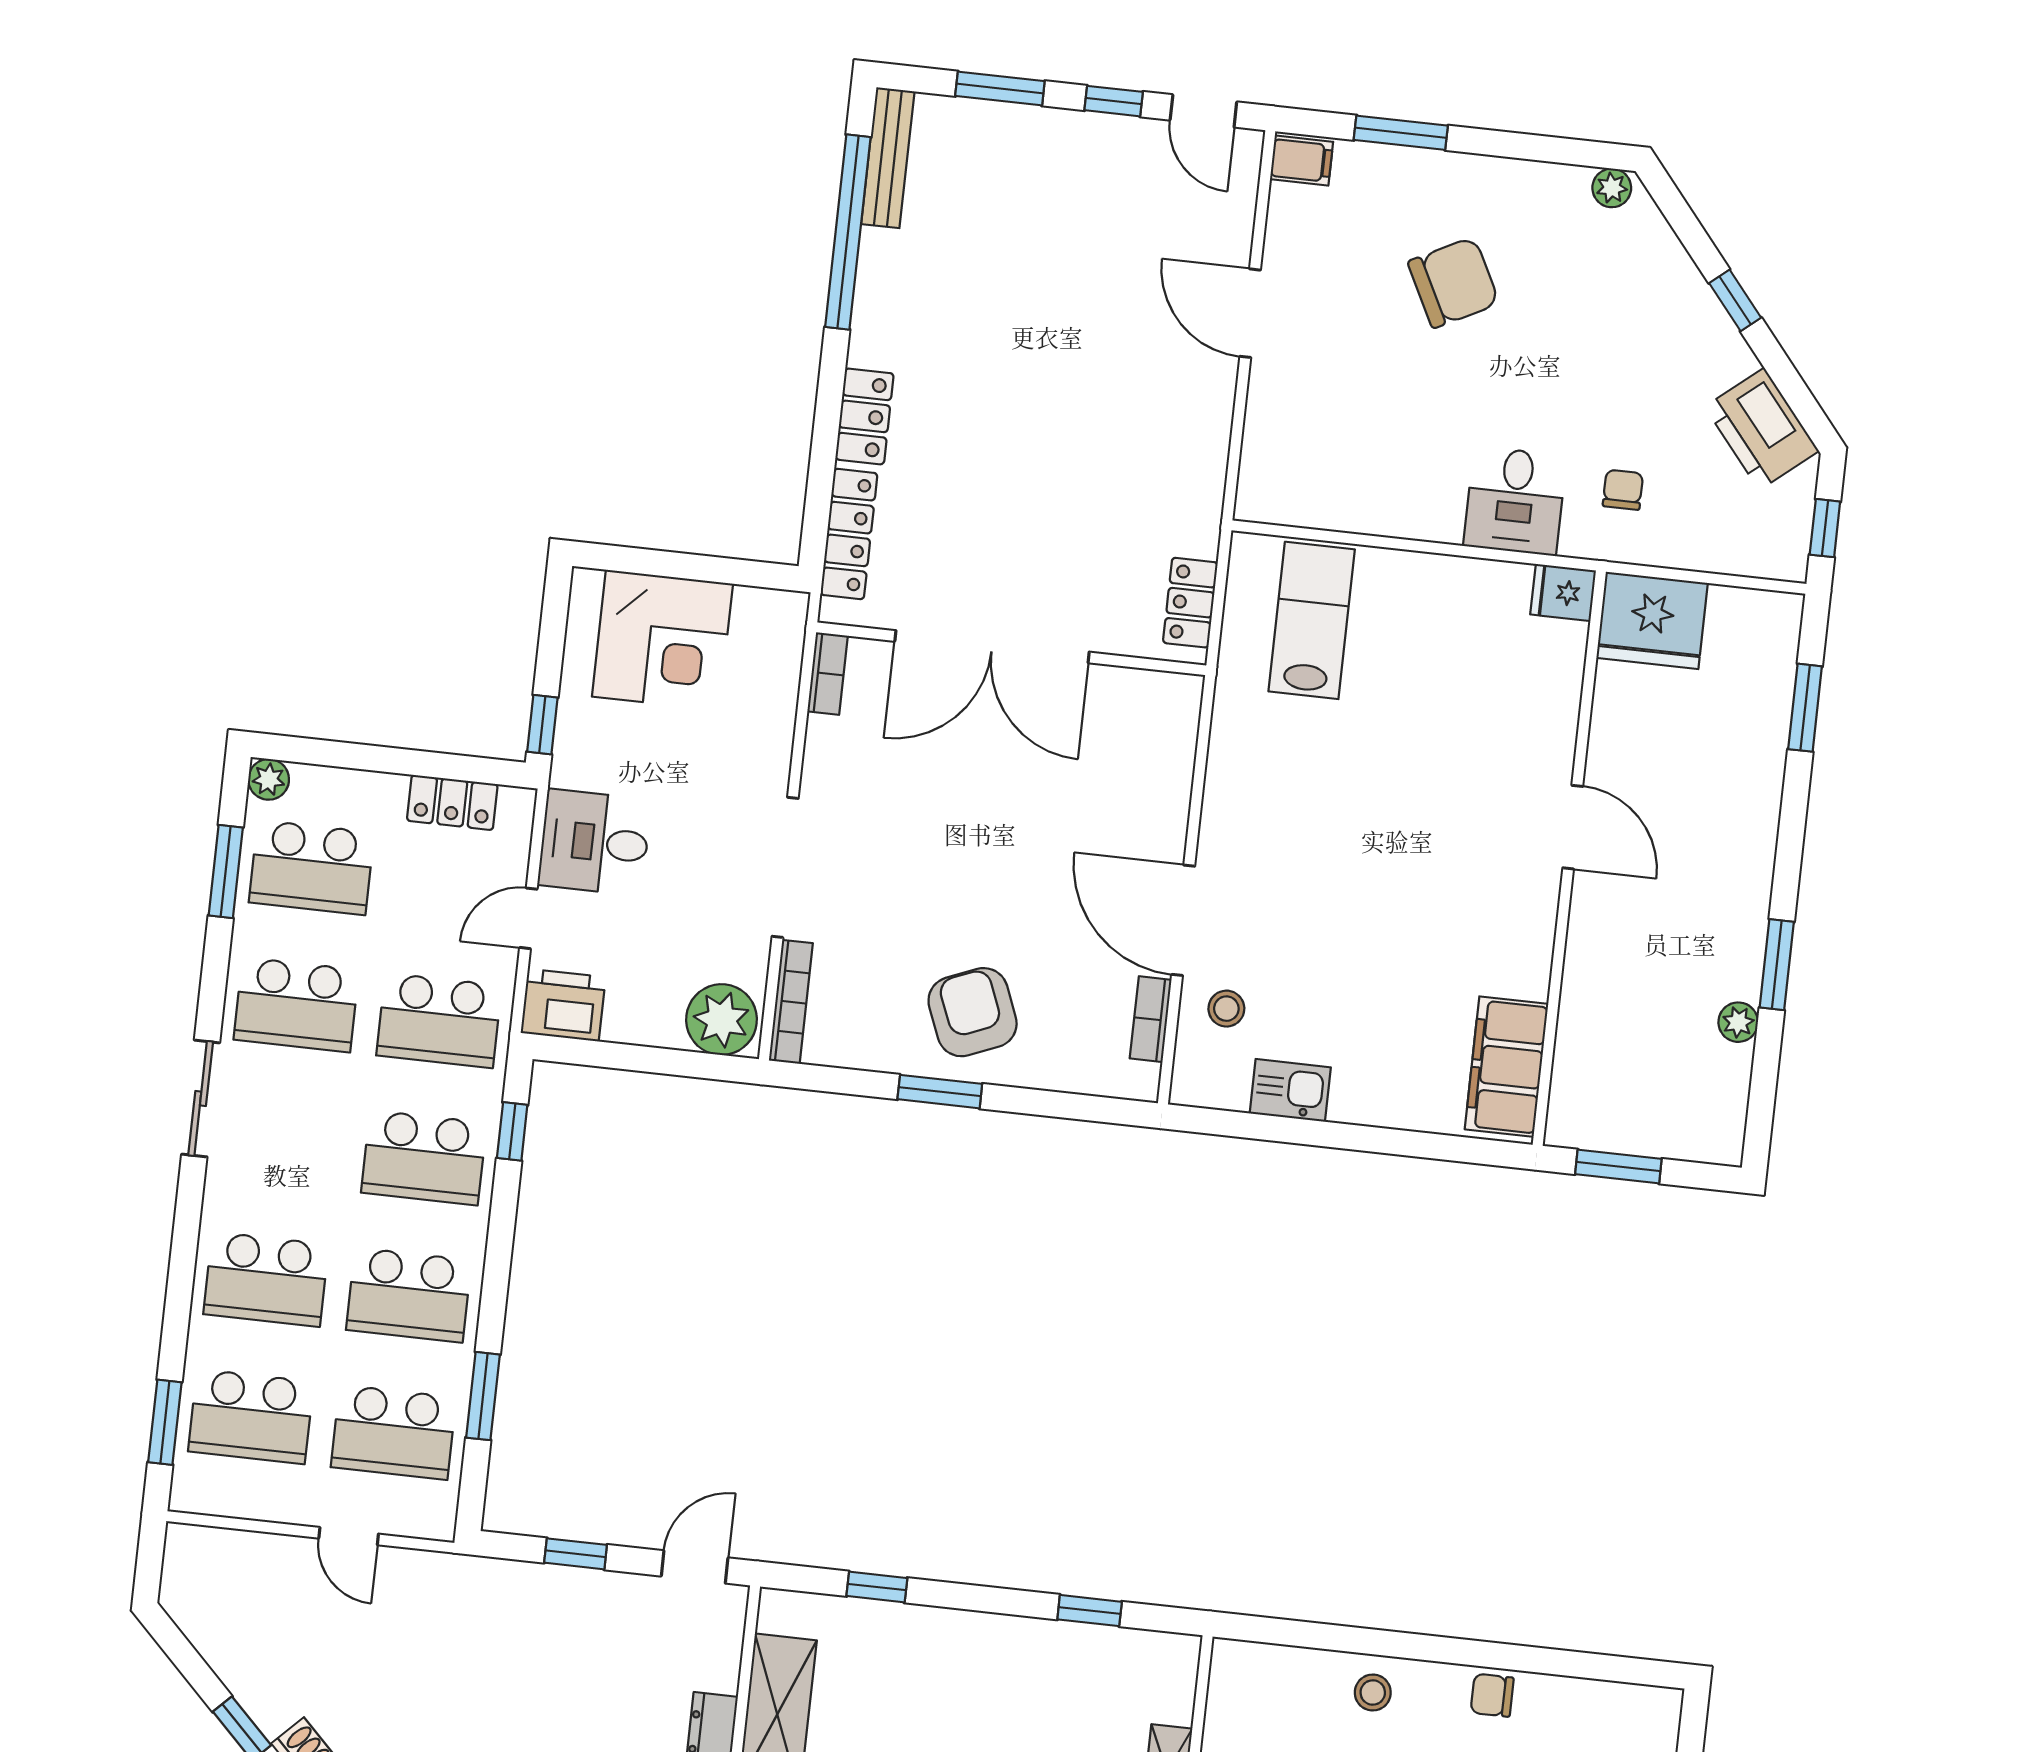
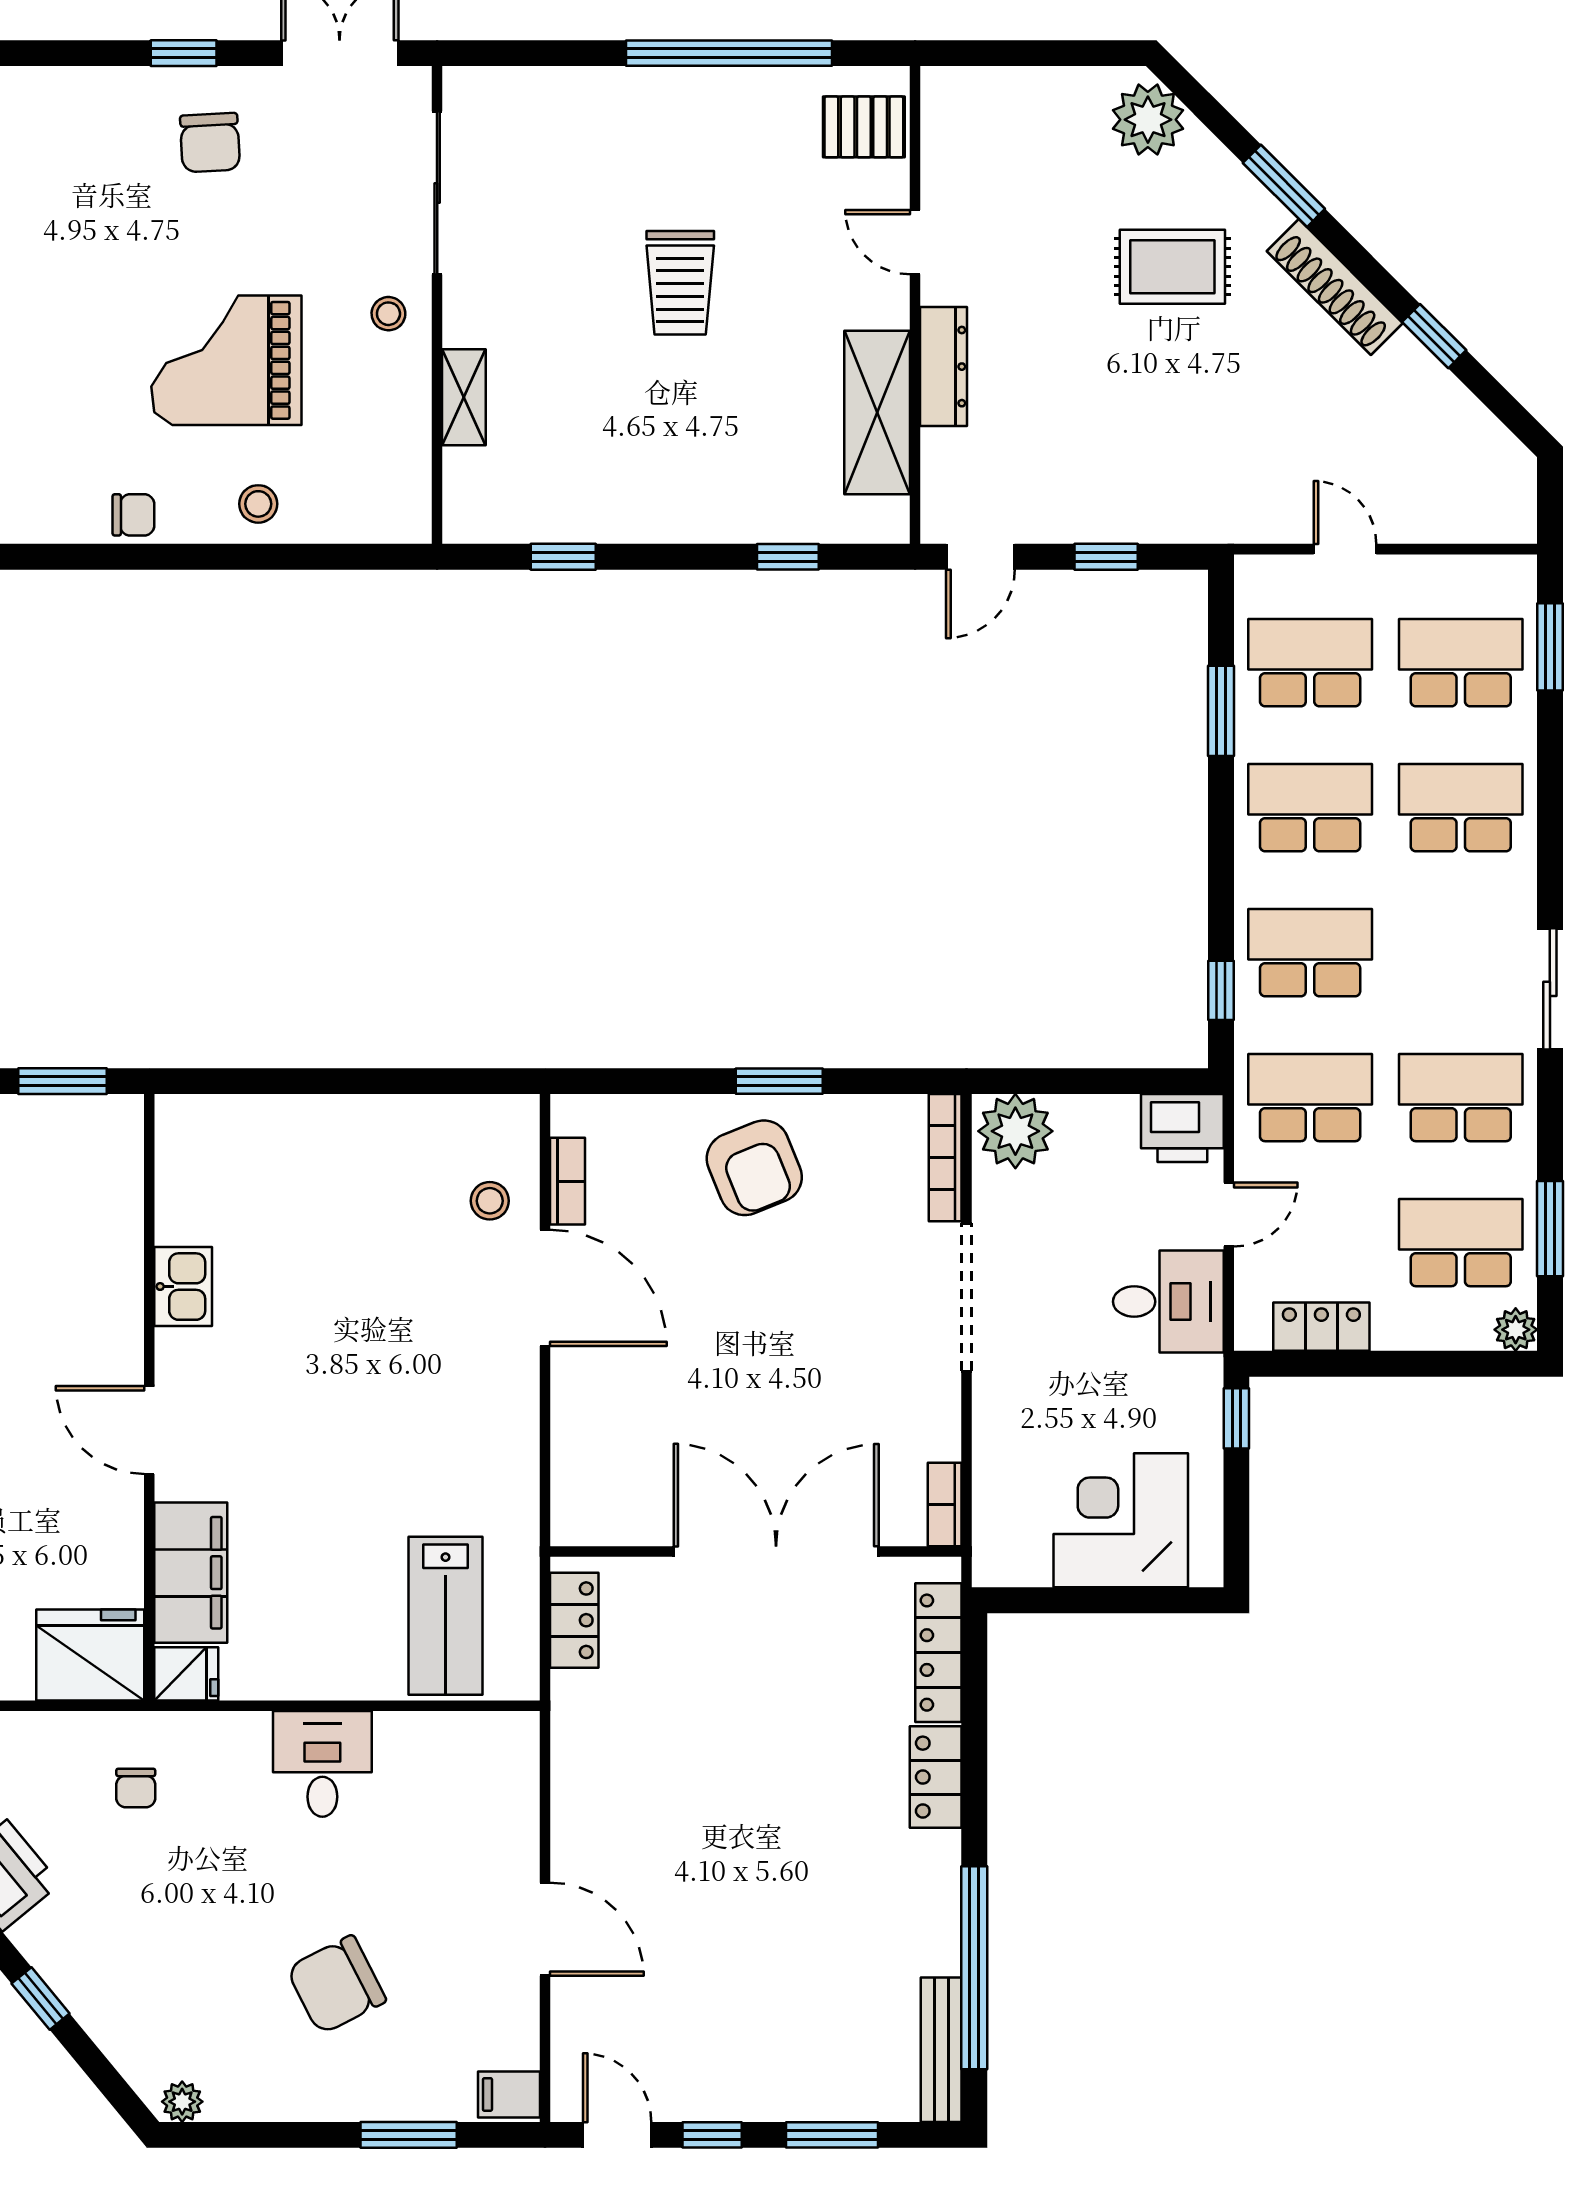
desk: (1515, 501) -> (322, 1764), moved
filing cabinet: (1506, 1067) -> (191, 1573), moved
kitchen sink: (1290, 1090) -> (183, 1287), moved, turned -90

